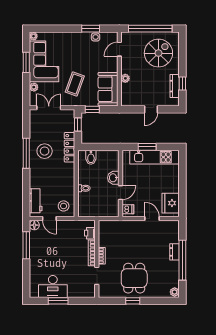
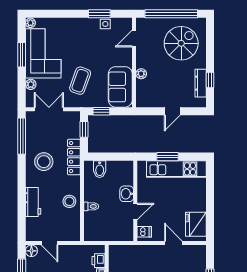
window: (26, 153) -> (22, 136), moved
workbench: (36, 201) -> (33, 202), moved
stool: (64, 206) -> (69, 201), moved

